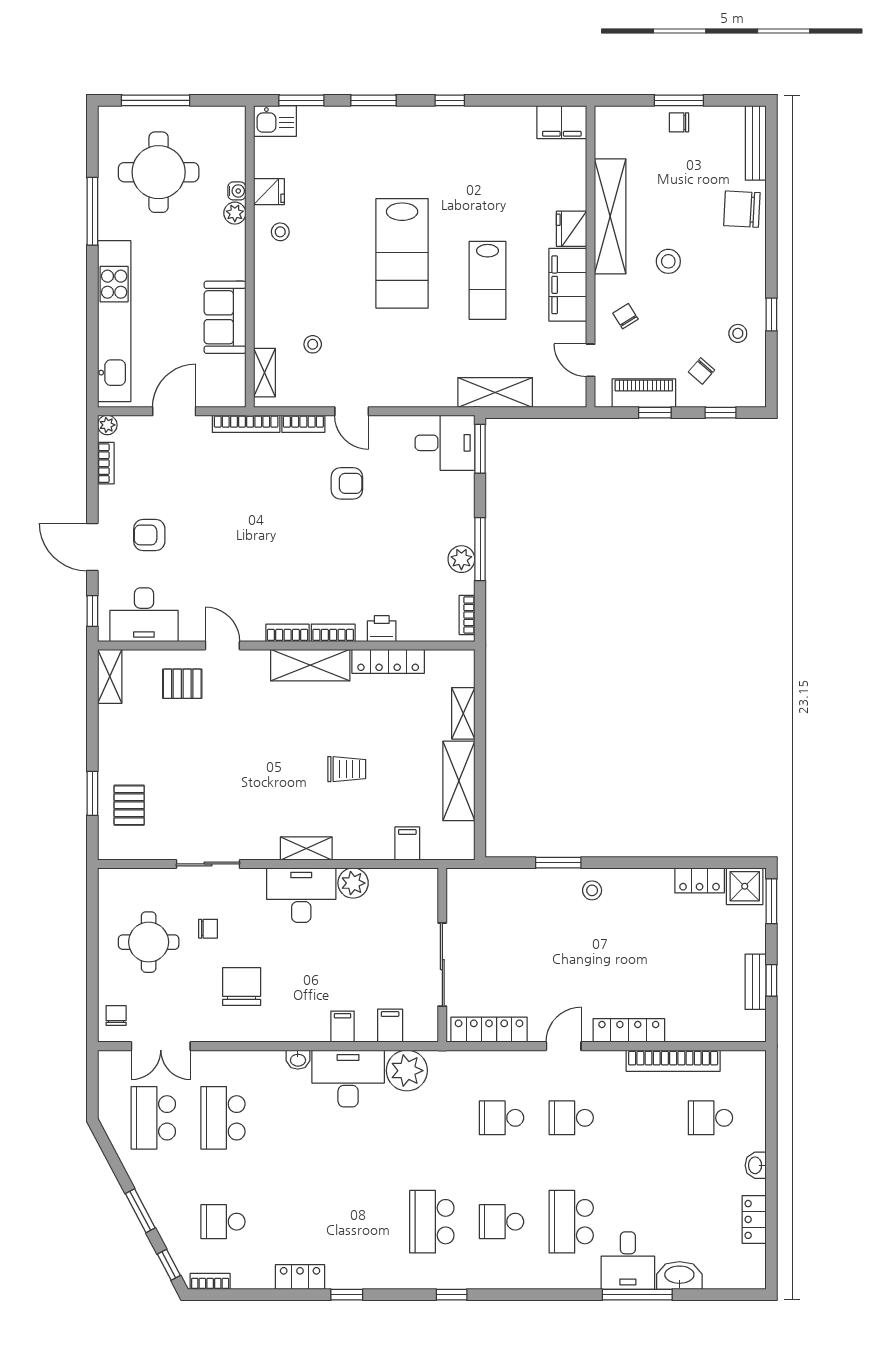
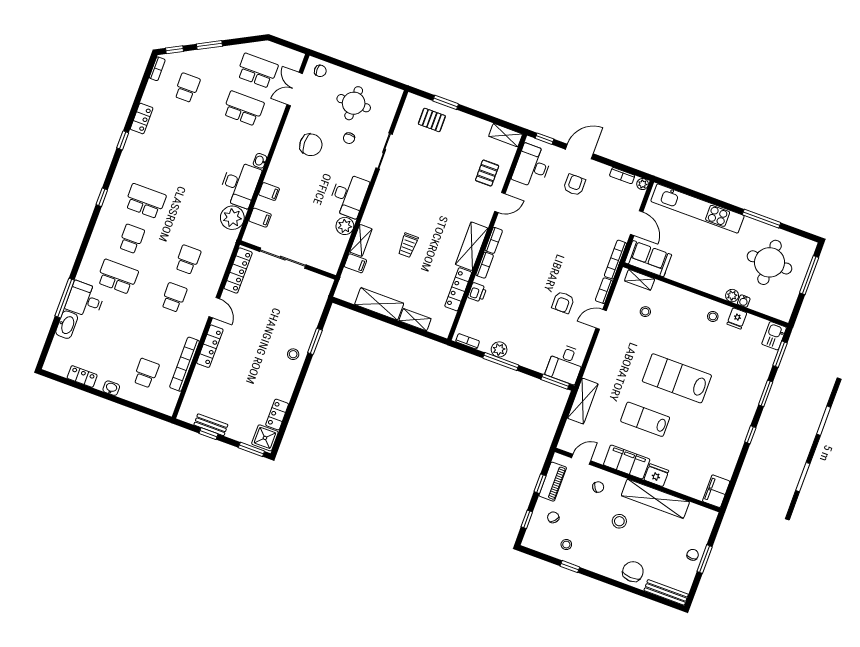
sofa: (225, 317) -> (648, 259), moved
shelving: (306, 848) -> (361, 240), moved

